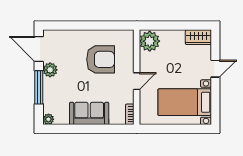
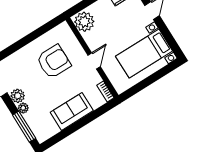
window: (39, 87) -> (24, 127), moved
plant: (48, 119) -> (23, 108), moved

